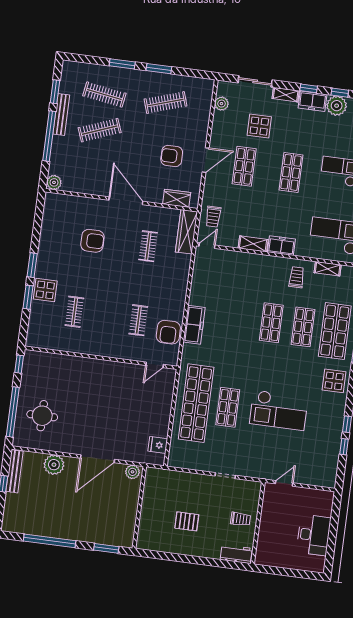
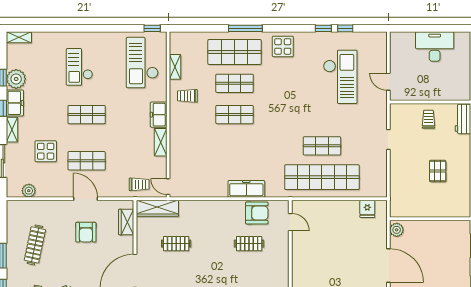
clothes rail: (166, 103) -> (35, 245), turned 30
checkout: (279, 410) -> (340, 77), moved

